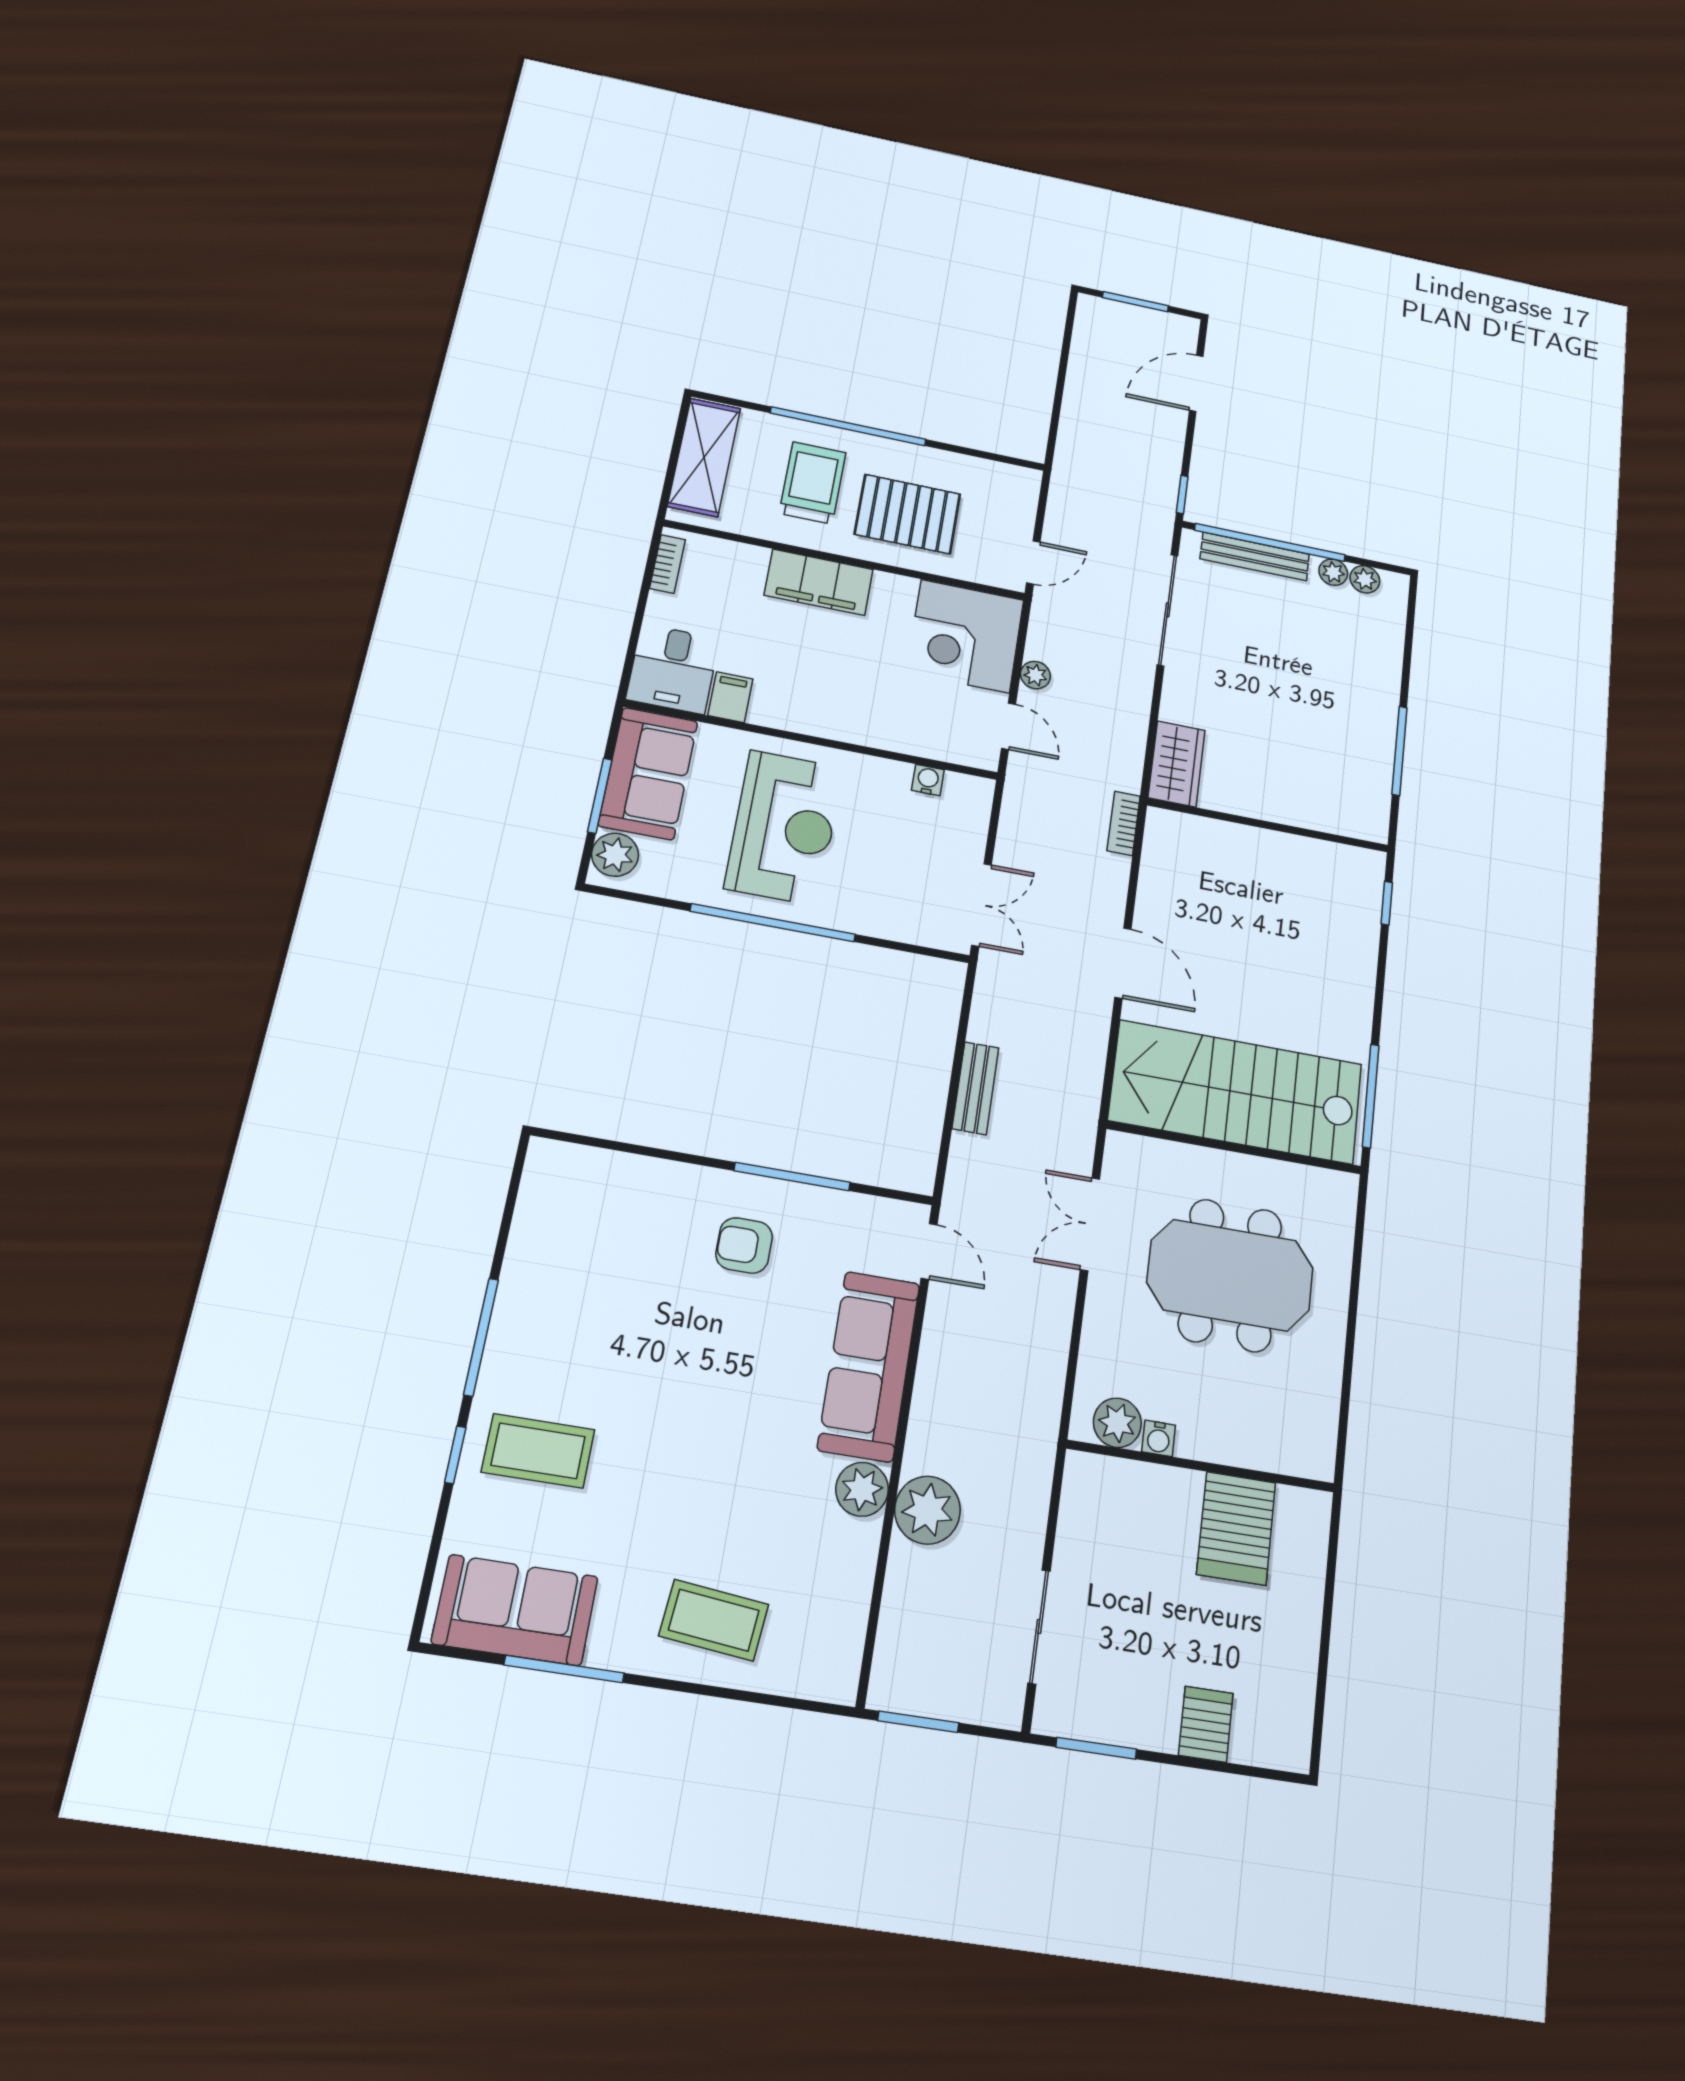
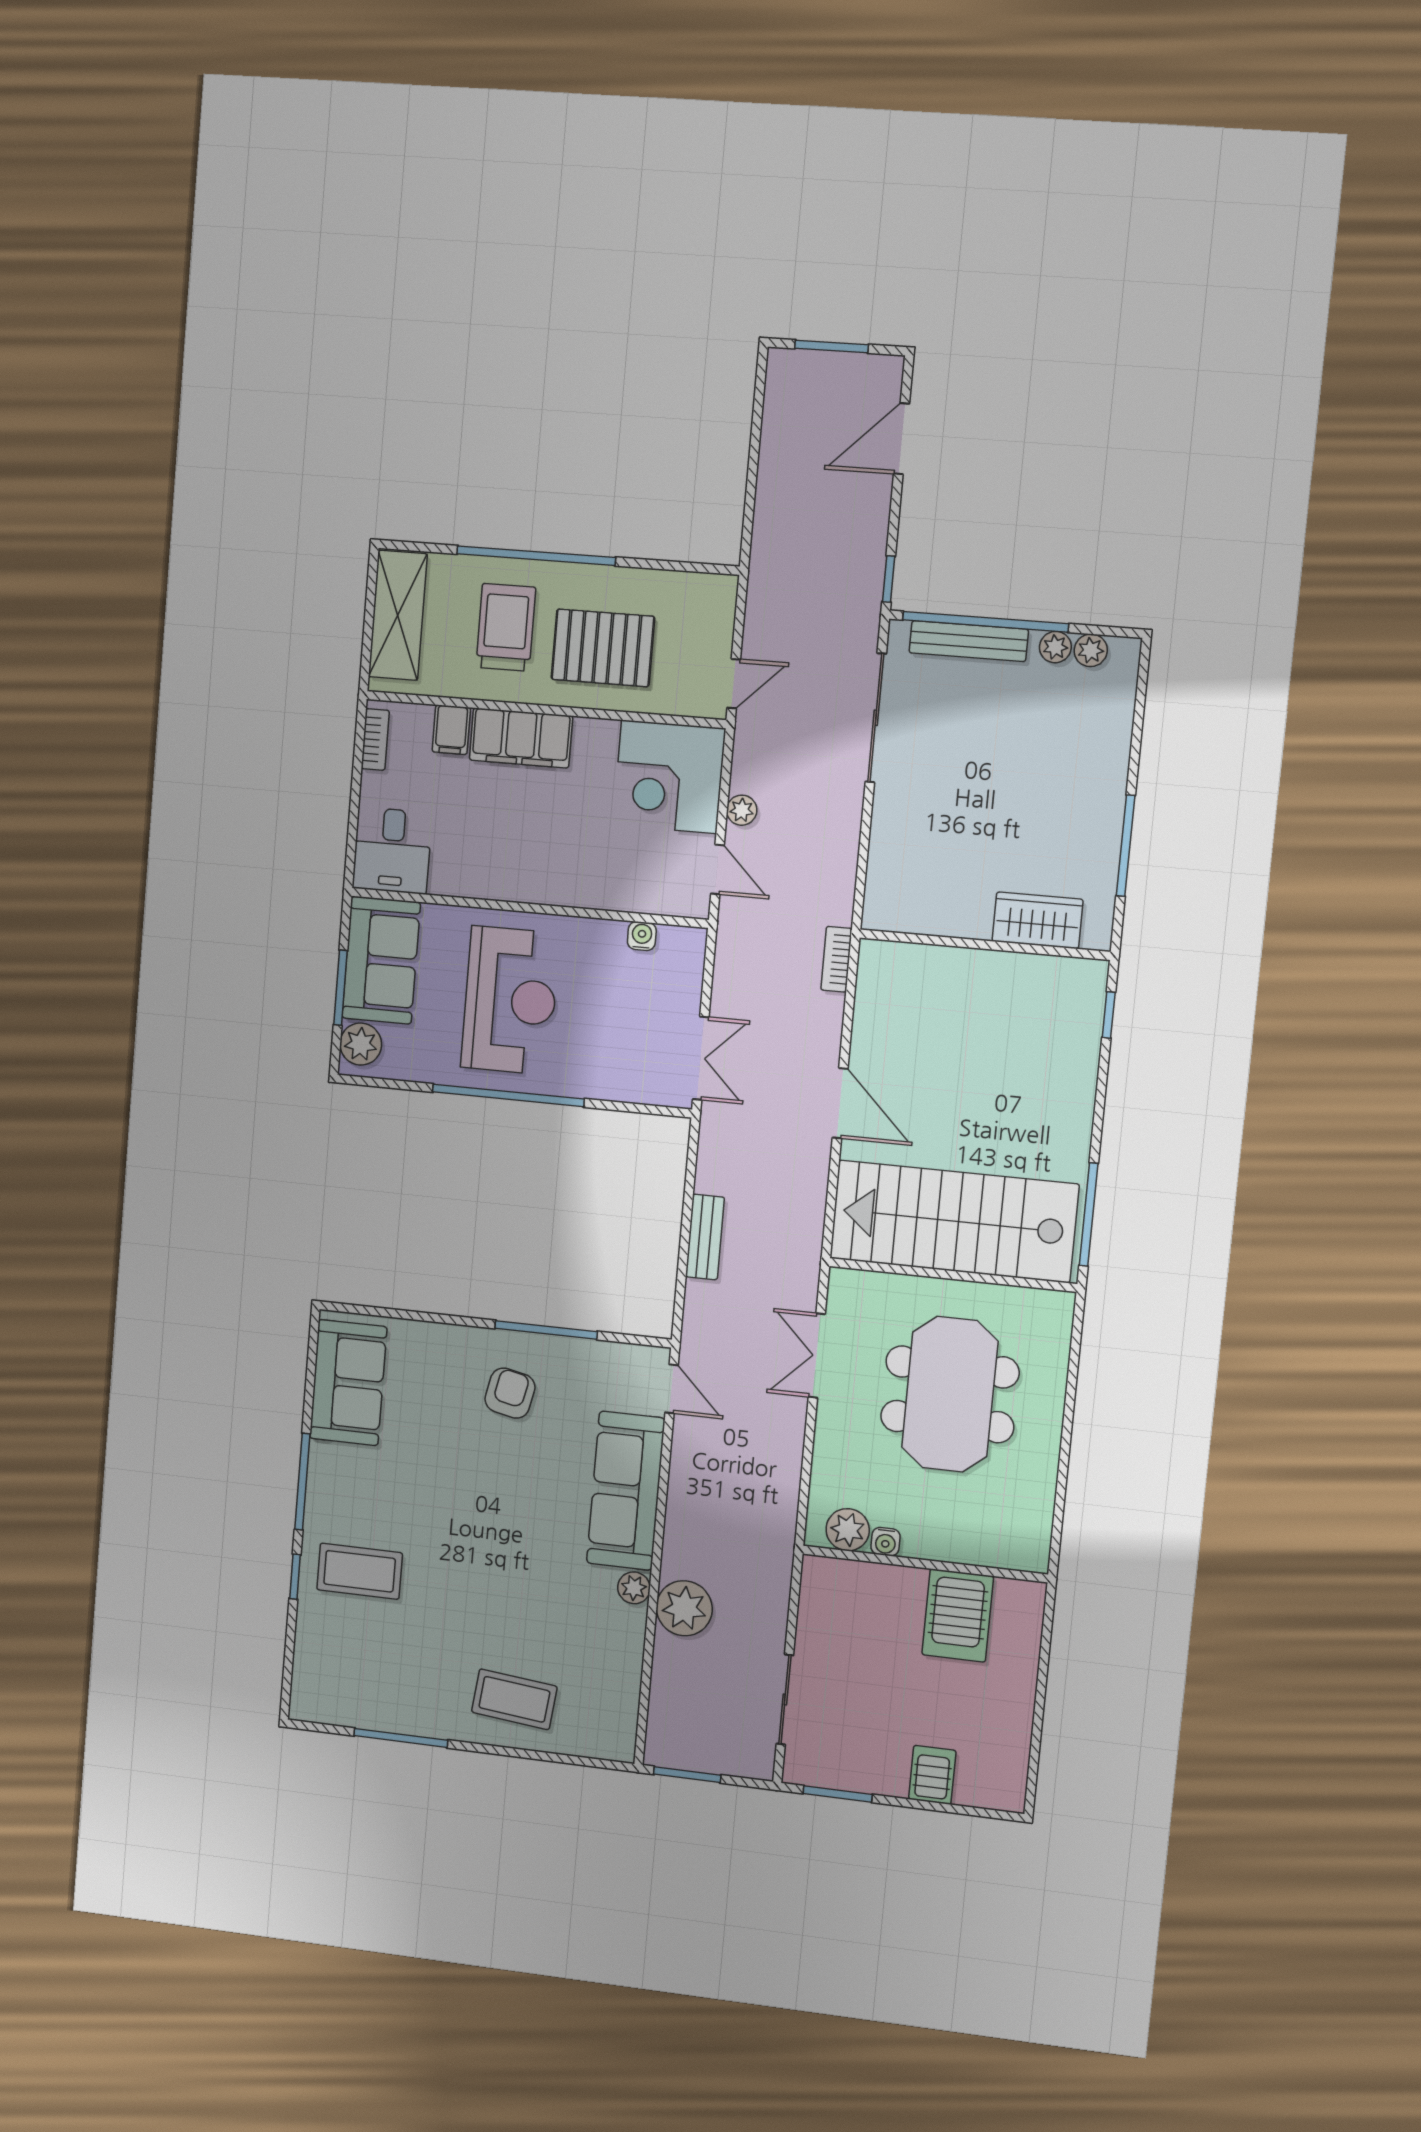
filing cabinet: (730, 697) -> (451, 730), moved, turned 180
wardrobe: (1177, 764) -> (1038, 920), moved, turned -90
armchair: (744, 1245) -> (510, 1393), turned 102
meeting table: (1230, 1275) -> (950, 1394), turned 90
plant: (862, 1489) -> (634, 1588), width x0.73, depth x0.73
sofa: (515, 1610) -> (348, 1383), moved, turned 90

